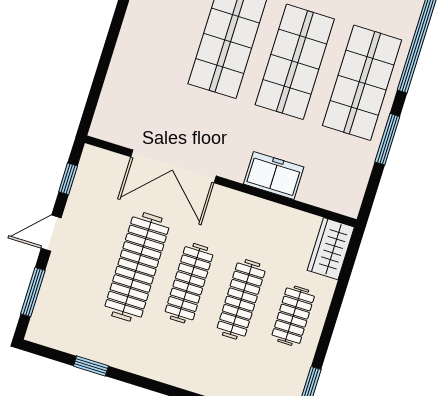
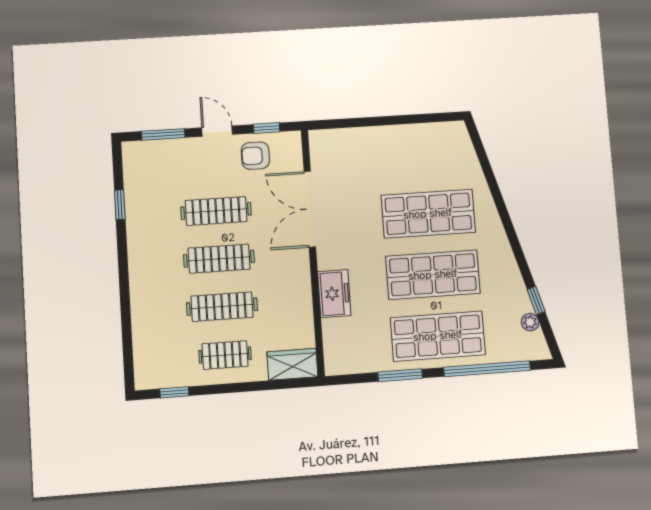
armchair: (93, 202) -> (255, 156), added
clothes rail: (137, 267) -> (216, 211), width x0.73, depth x0.76

